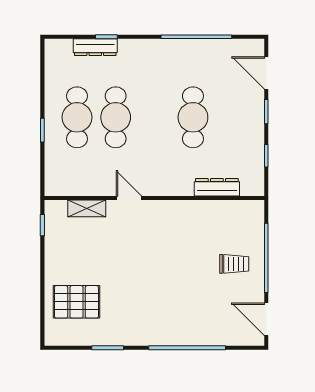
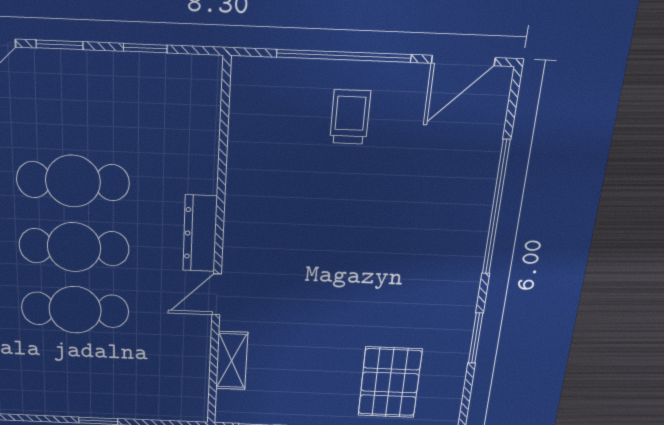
cafe table: (77, 117) -> (74, 247), moved
dresser: (217, 187) -> (200, 233), moved

